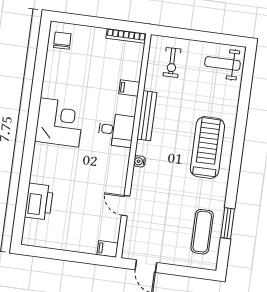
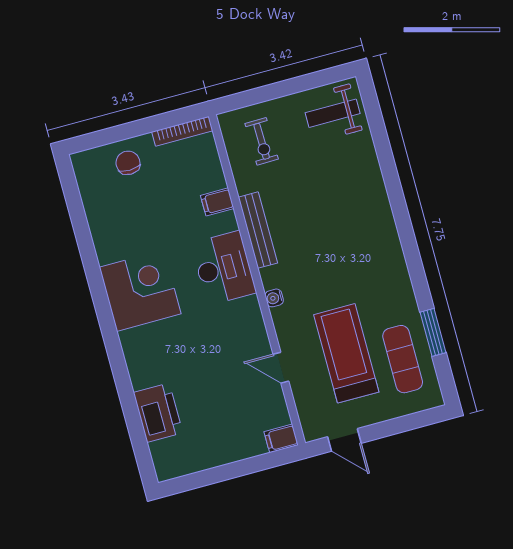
chair: (62, 41) -> (128, 163), moved
desk: (116, 130) -> (224, 268), width x1.37
treadmill: (207, 148) -> (346, 353), moved

